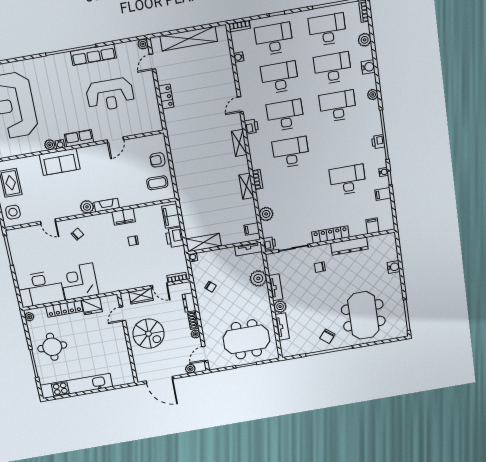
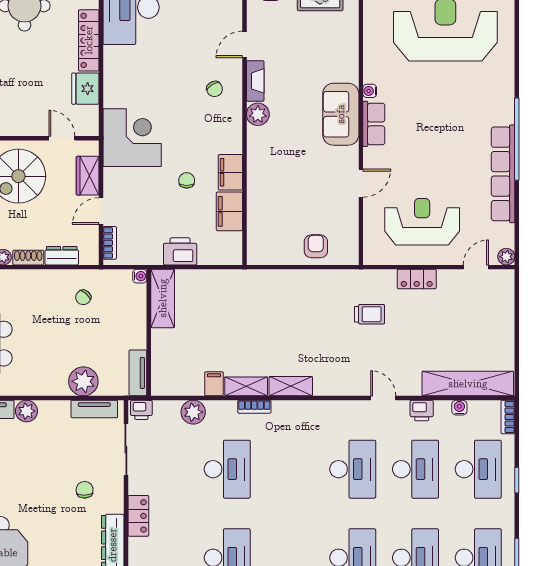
shelving: (189, 39) -> (468, 384), moved, turned 90
row of seats: (93, 55) -> (503, 174), width x1.36
door: (153, 62) -> (476, 267), hinge flipped
reception desk: (110, 95) -> (422, 222), moved, turned 90
trolley: (192, 121) -> (369, 314), added
printer: (251, 127) -> (422, 411), moved
door: (115, 140) -> (361, 183), swing flipped
shelving: (239, 143) -> (291, 386), moved
plant: (50, 145) -> (372, 74), removed
desk: (291, 152) -> (227, 469), moved
sofa: (60, 162) -> (341, 114), moved
coffee table: (157, 183) -> (278, 239), removed
fireplace: (107, 205) -> (255, 81), moved
filing cabinet: (171, 216) -> (229, 211), moved, turned -90
filing cabinet: (252, 229) -> (214, 384), moved
locker: (330, 235) -> (138, 516), width x0.66
corner desk: (79, 282) -> (132, 138), moved
tv unit: (276, 287) -> (94, 409), moved

